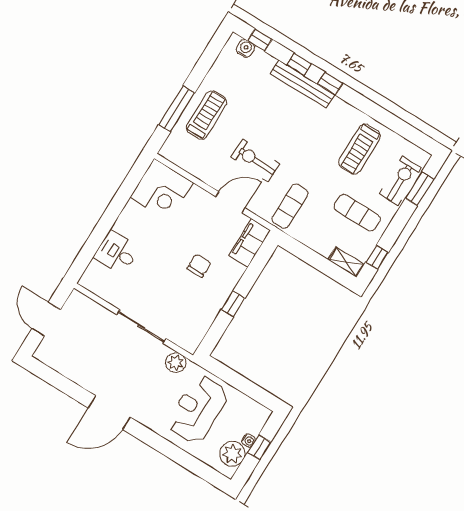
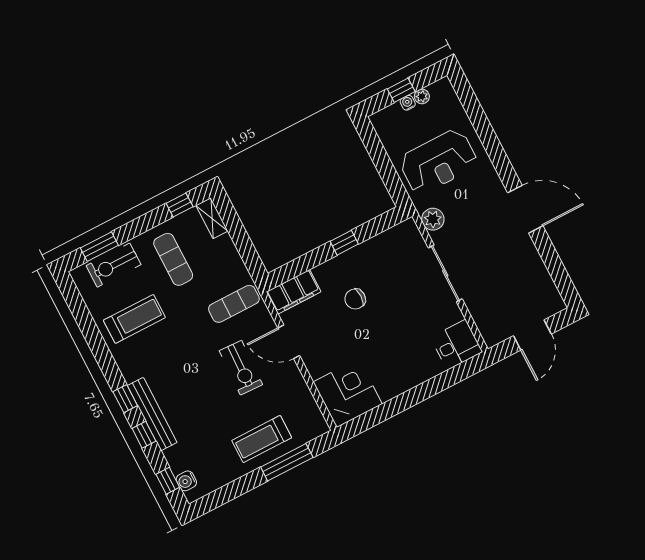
desk: (117, 252) -> (456, 345), moved, turned -90
plant: (232, 454) -> (422, 96), width x0.53, depth x0.53

